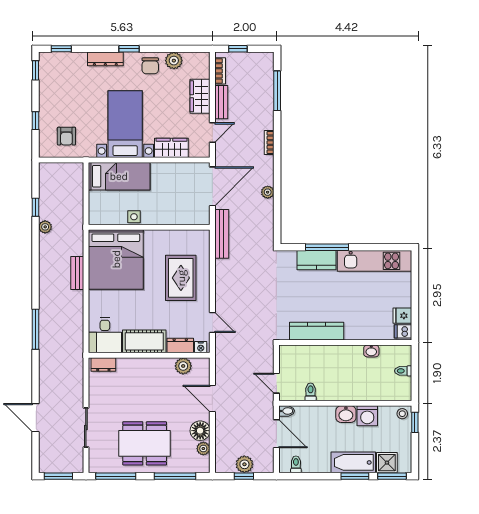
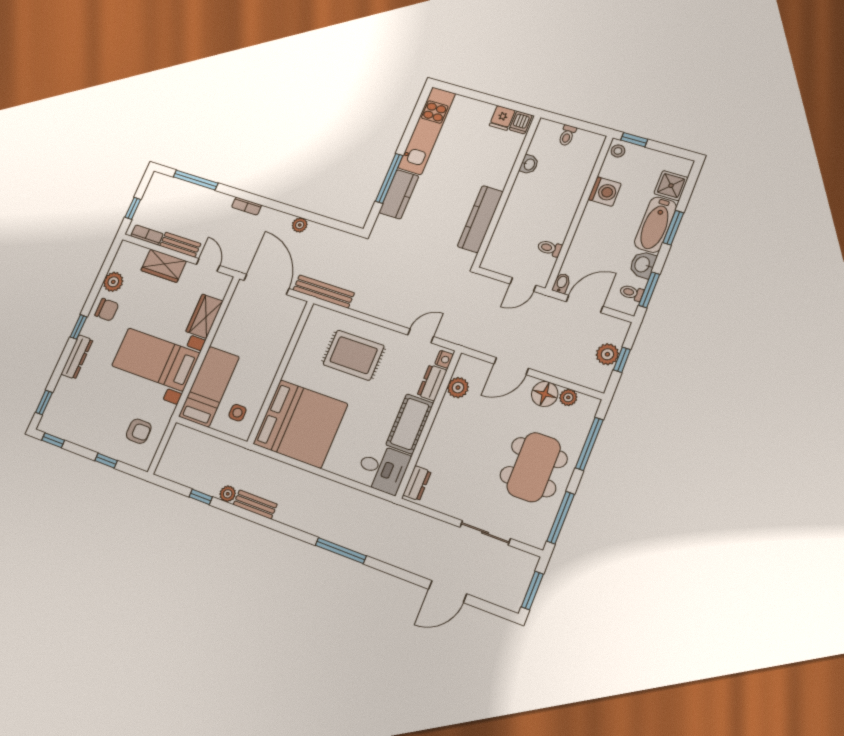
side table: (134, 217) -> (237, 413), moved
bench: (77, 273) -> (255, 504), moved
washbasin: (346, 414) -> (643, 265), moved, turned 180
window: (392, 476) -> (649, 290), moved

